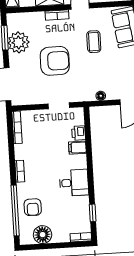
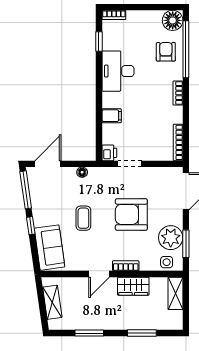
side table: (21, 20) -> (167, 262), added
coffee table: (94, 42) -> (83, 218), moved
printer: (79, 133) -> (109, 153), moved
desk: (74, 183) -> (118, 71), width x1.37
floor lamp: (43, 235) -> (173, 20), moved

